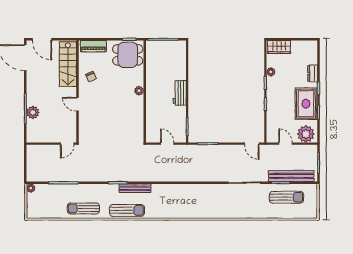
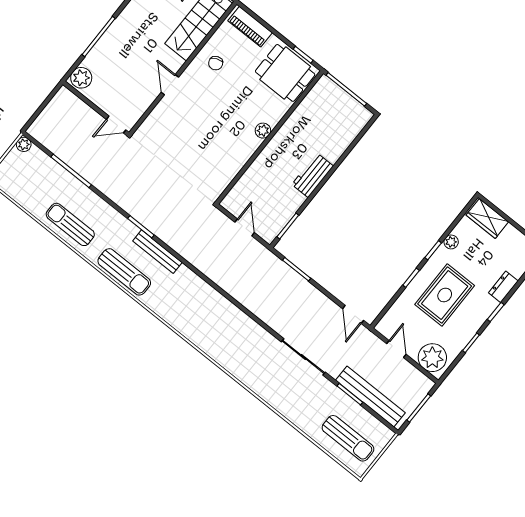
rug: (306, 104) -> (445, 295), moved
plant: (33, 112) -> (81, 78), moved
sun lounger: (286, 197) -> (348, 438), moved

